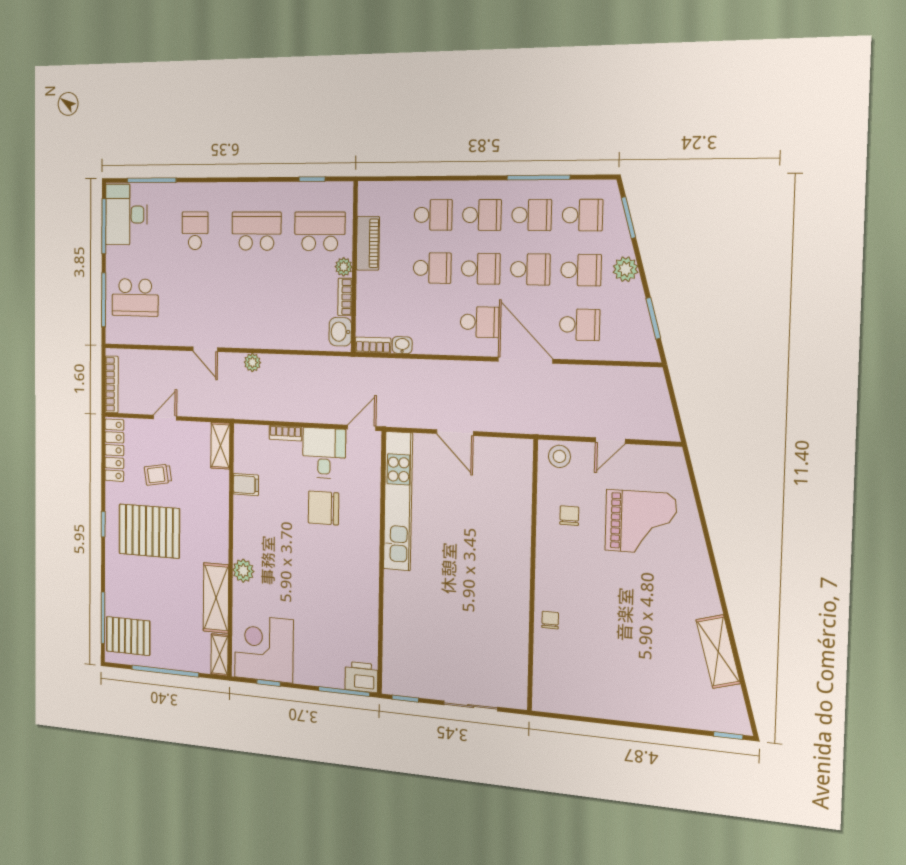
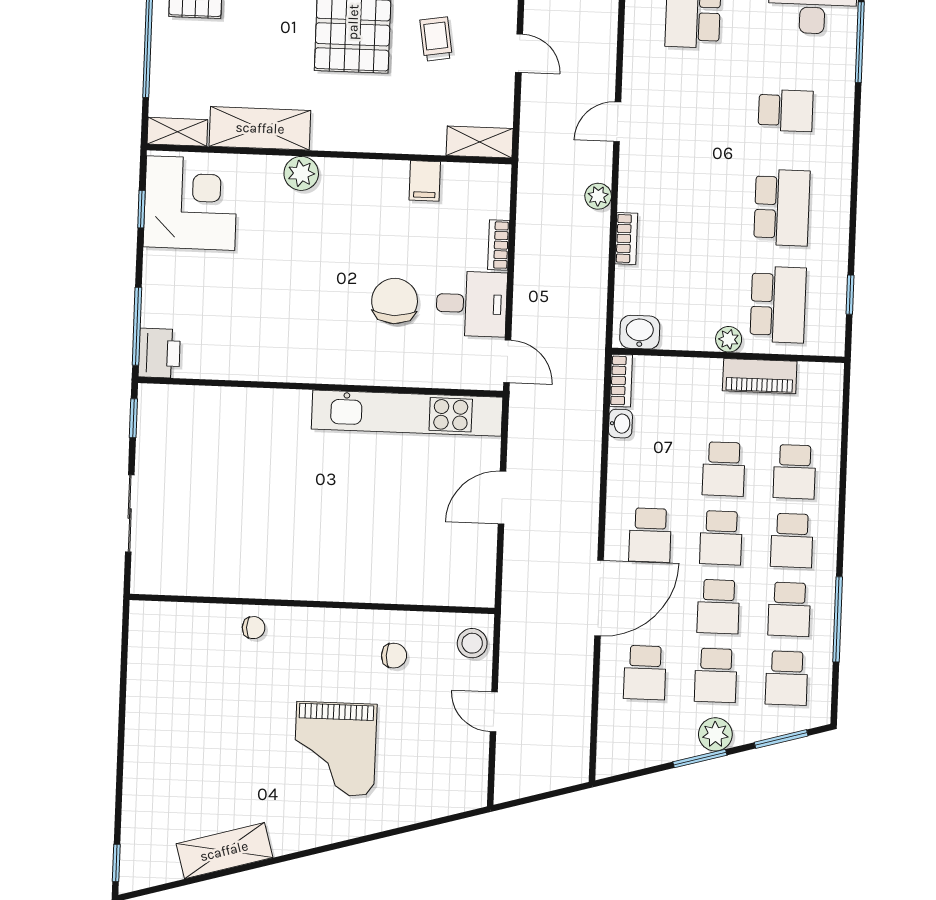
bookcase: (345, 297) -> (626, 239), moved, turned 90
window: (653, 318) -> (700, 759), moved
grand piano: (641, 522) -> (335, 749), moved

